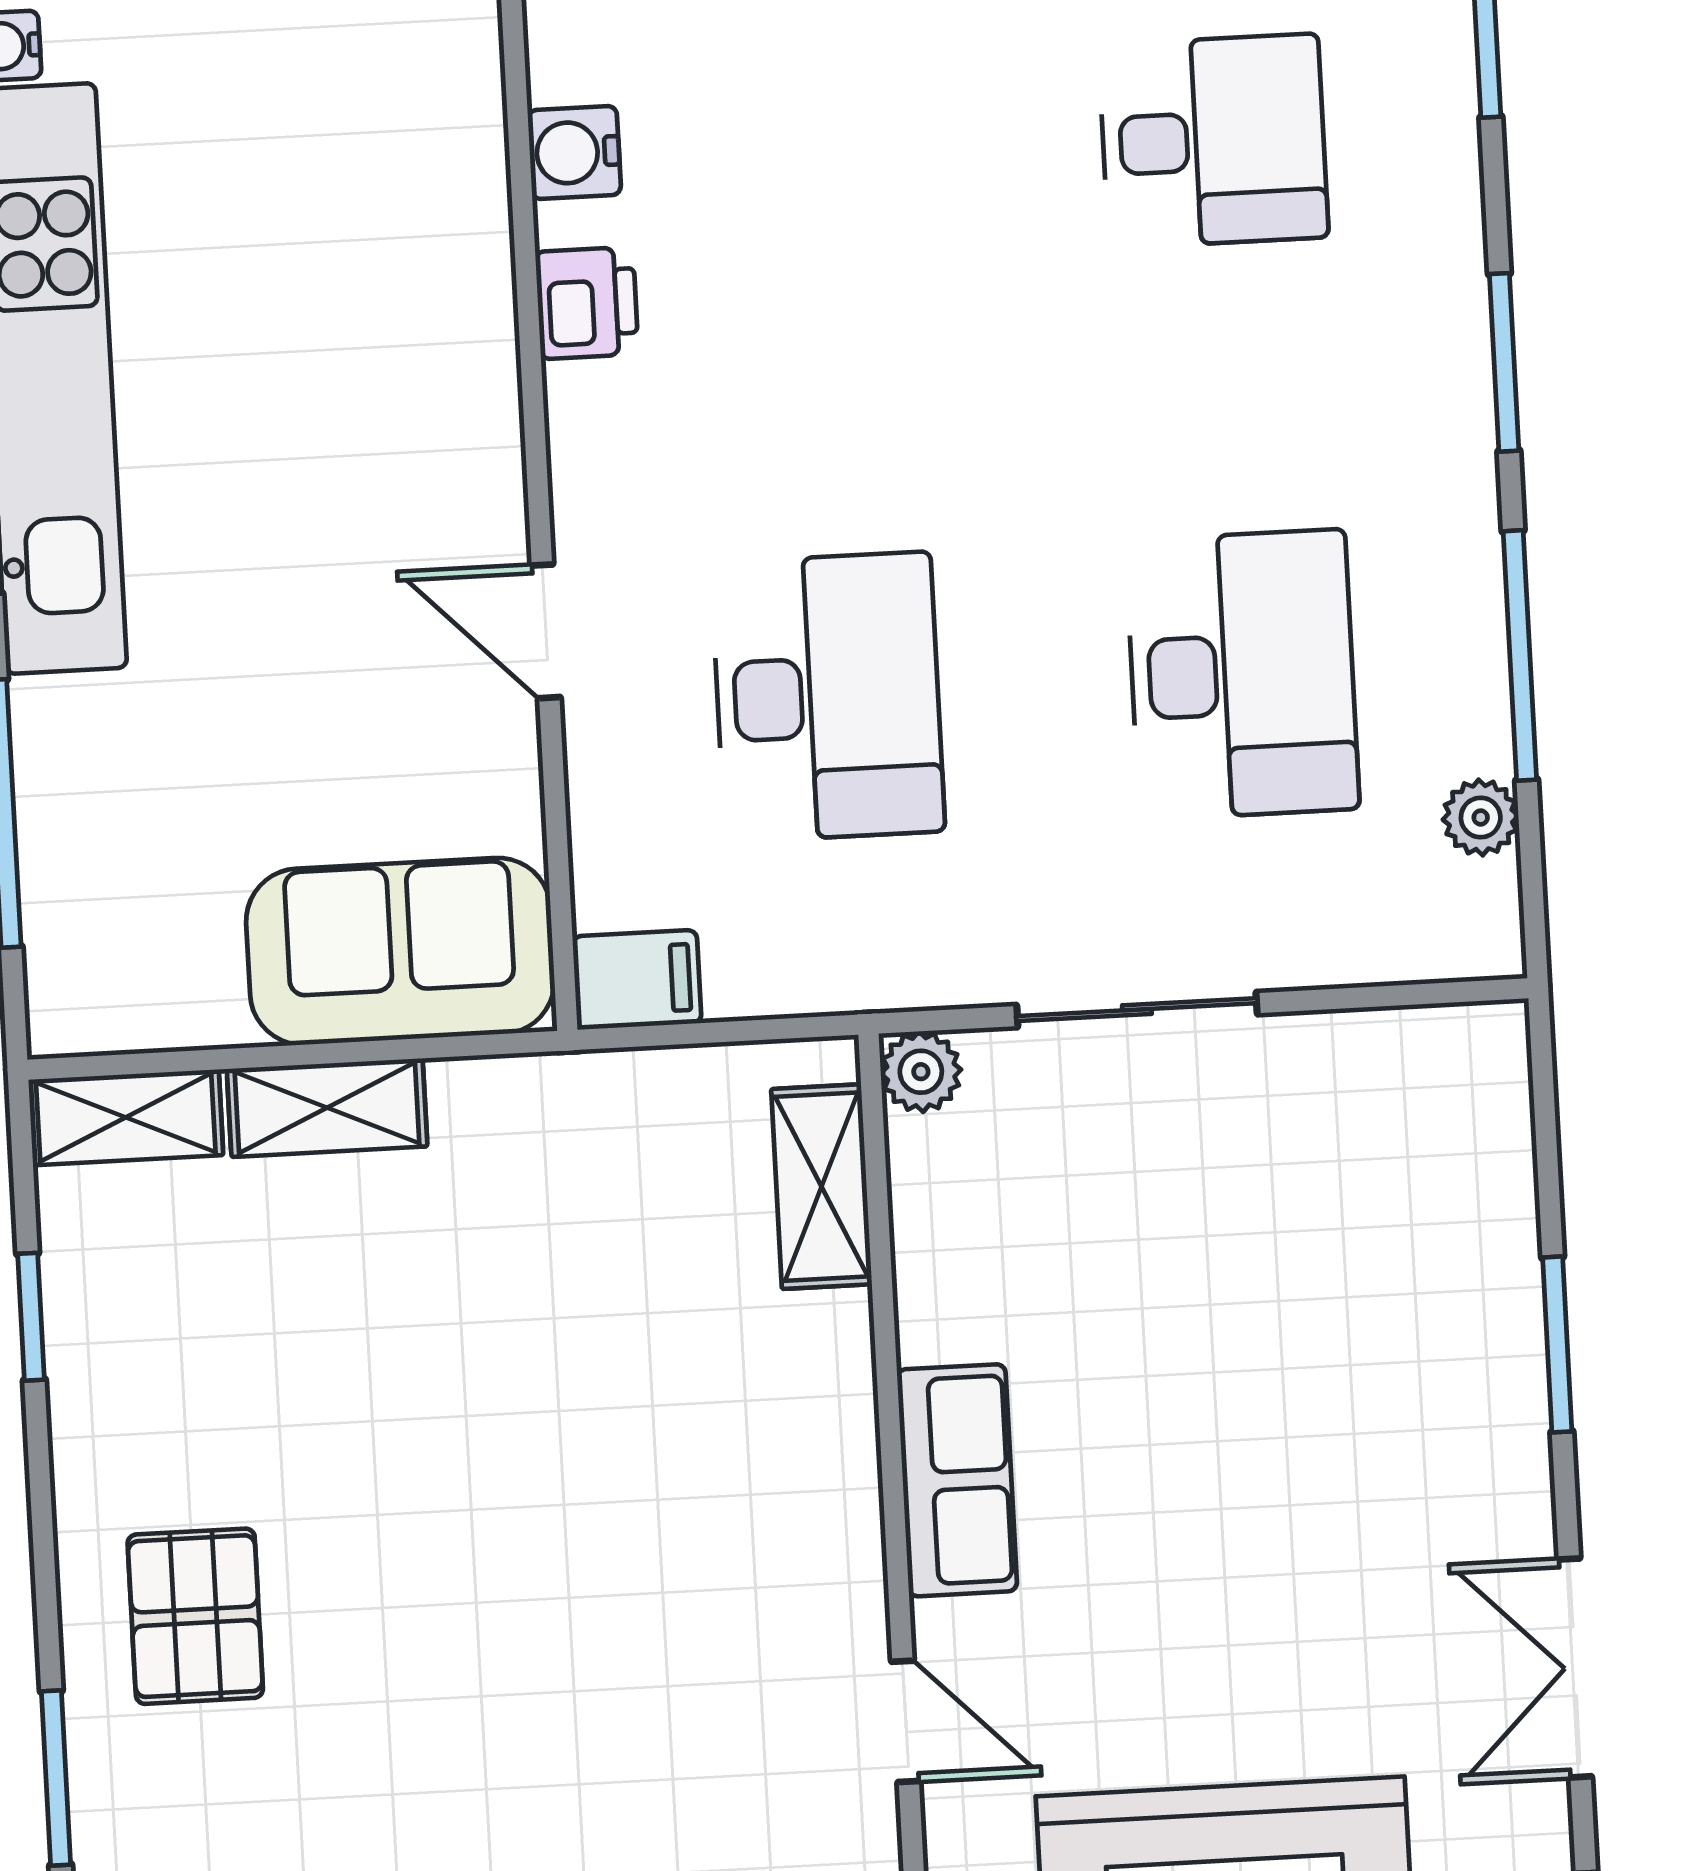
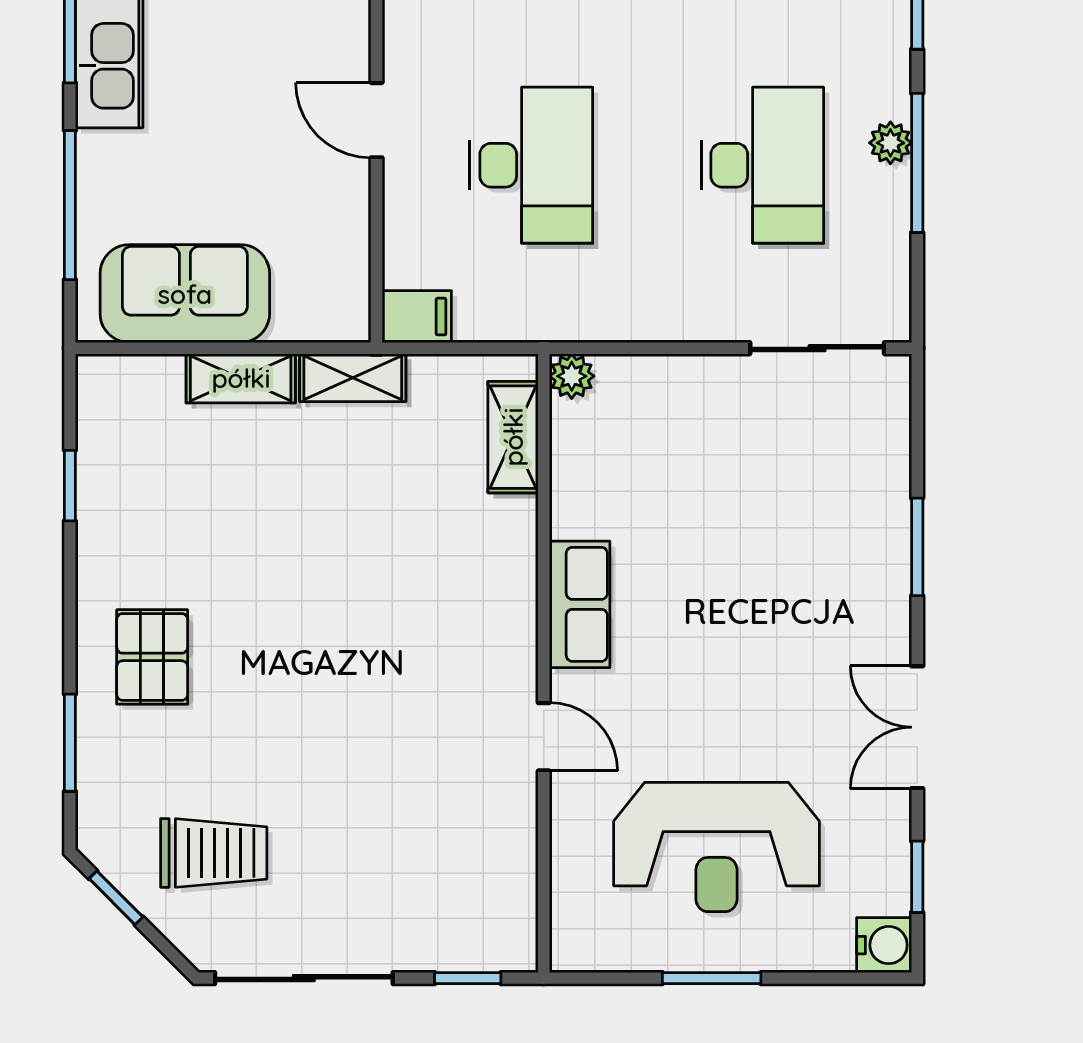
plant: (1481, 817) -> (890, 143), moved
sofa: (400, 951) -> (185, 294), moved
sliding door: (1137, 1010) -> (817, 348), moved
shelving: (126, 1117) -> (353, 378), moved

